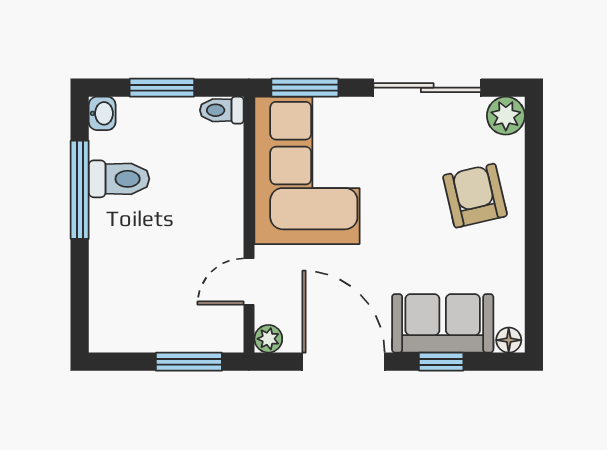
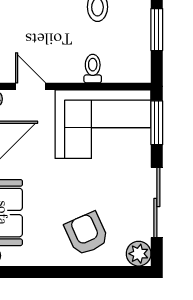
toilet: (222, 110) -> (93, 69), moved
armchair: (475, 196) -> (87, 234), turned -101

